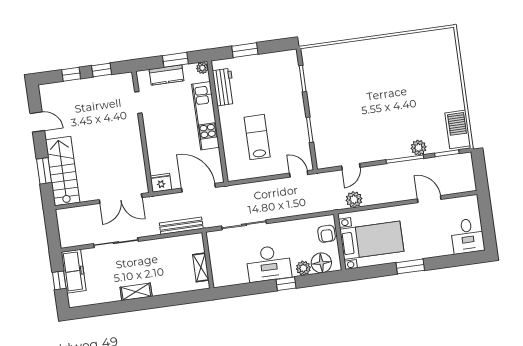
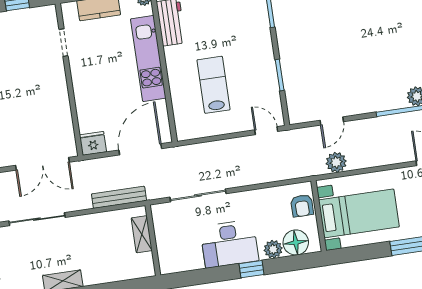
door: (198, 188) -> (140, 149), hinge flipped
shelving: (201, 267) -> (142, 234), moved

